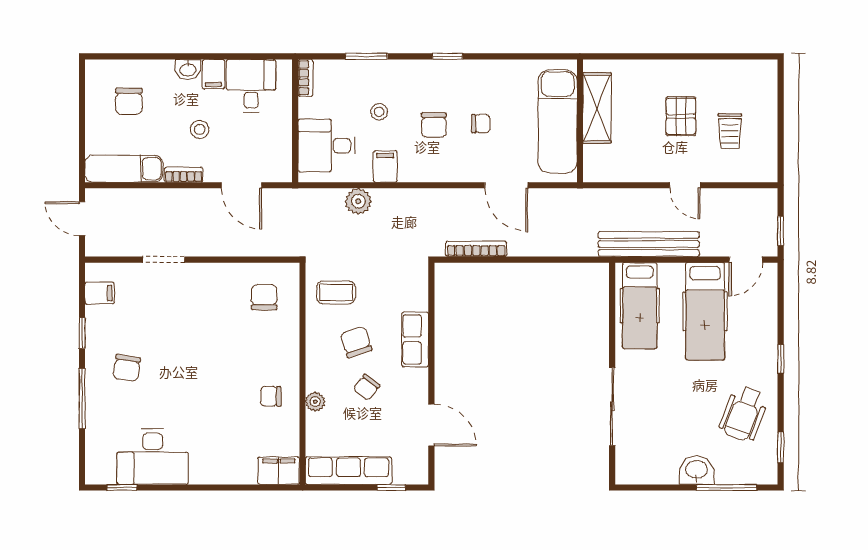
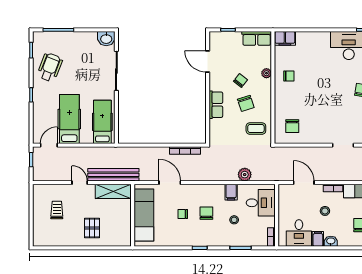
shelving: (597, 108) -> (113, 191), moved, turned 90
pallet: (681, 116) -> (92, 228), moved
bench: (649, 244) -> (113, 175), moved
washbasin: (696, 470) -> (106, 39), moved
row of seats: (348, 471) -> (257, 38), width x0.68

